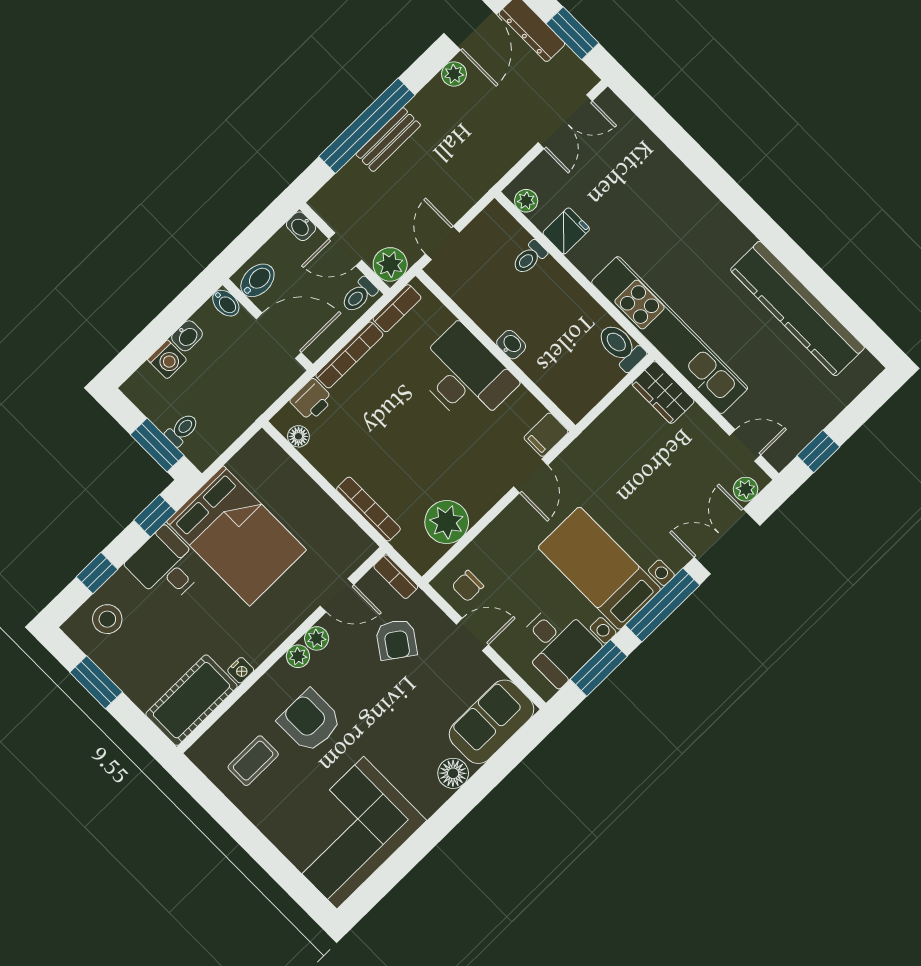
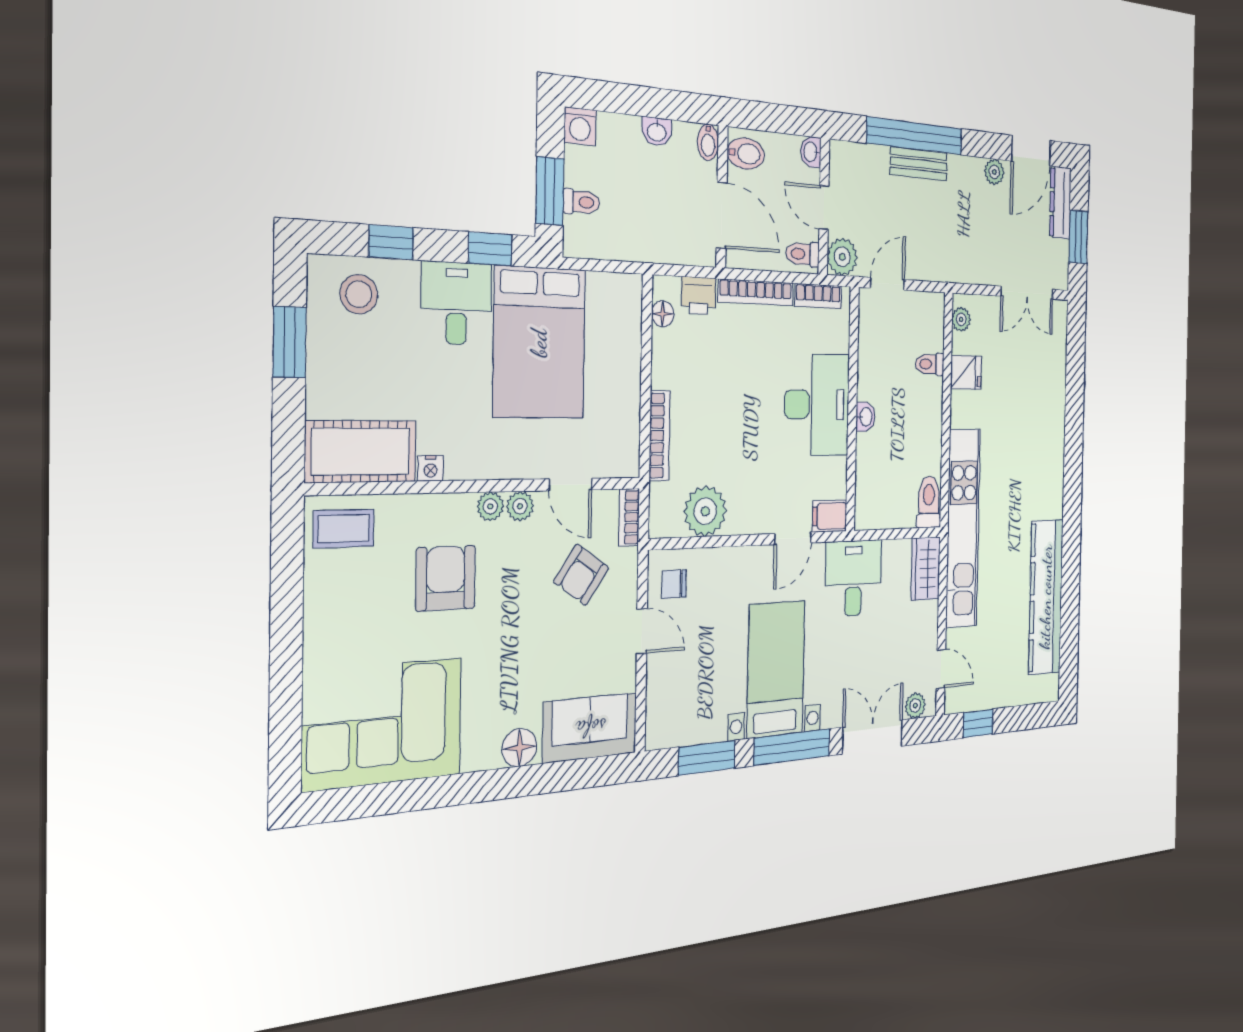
washing machine: (167, 360) -> (580, 126), moved
desk: (557, 644) -> (853, 578), moved, turned 180
coffee table: (253, 761) -> (344, 528), moved

